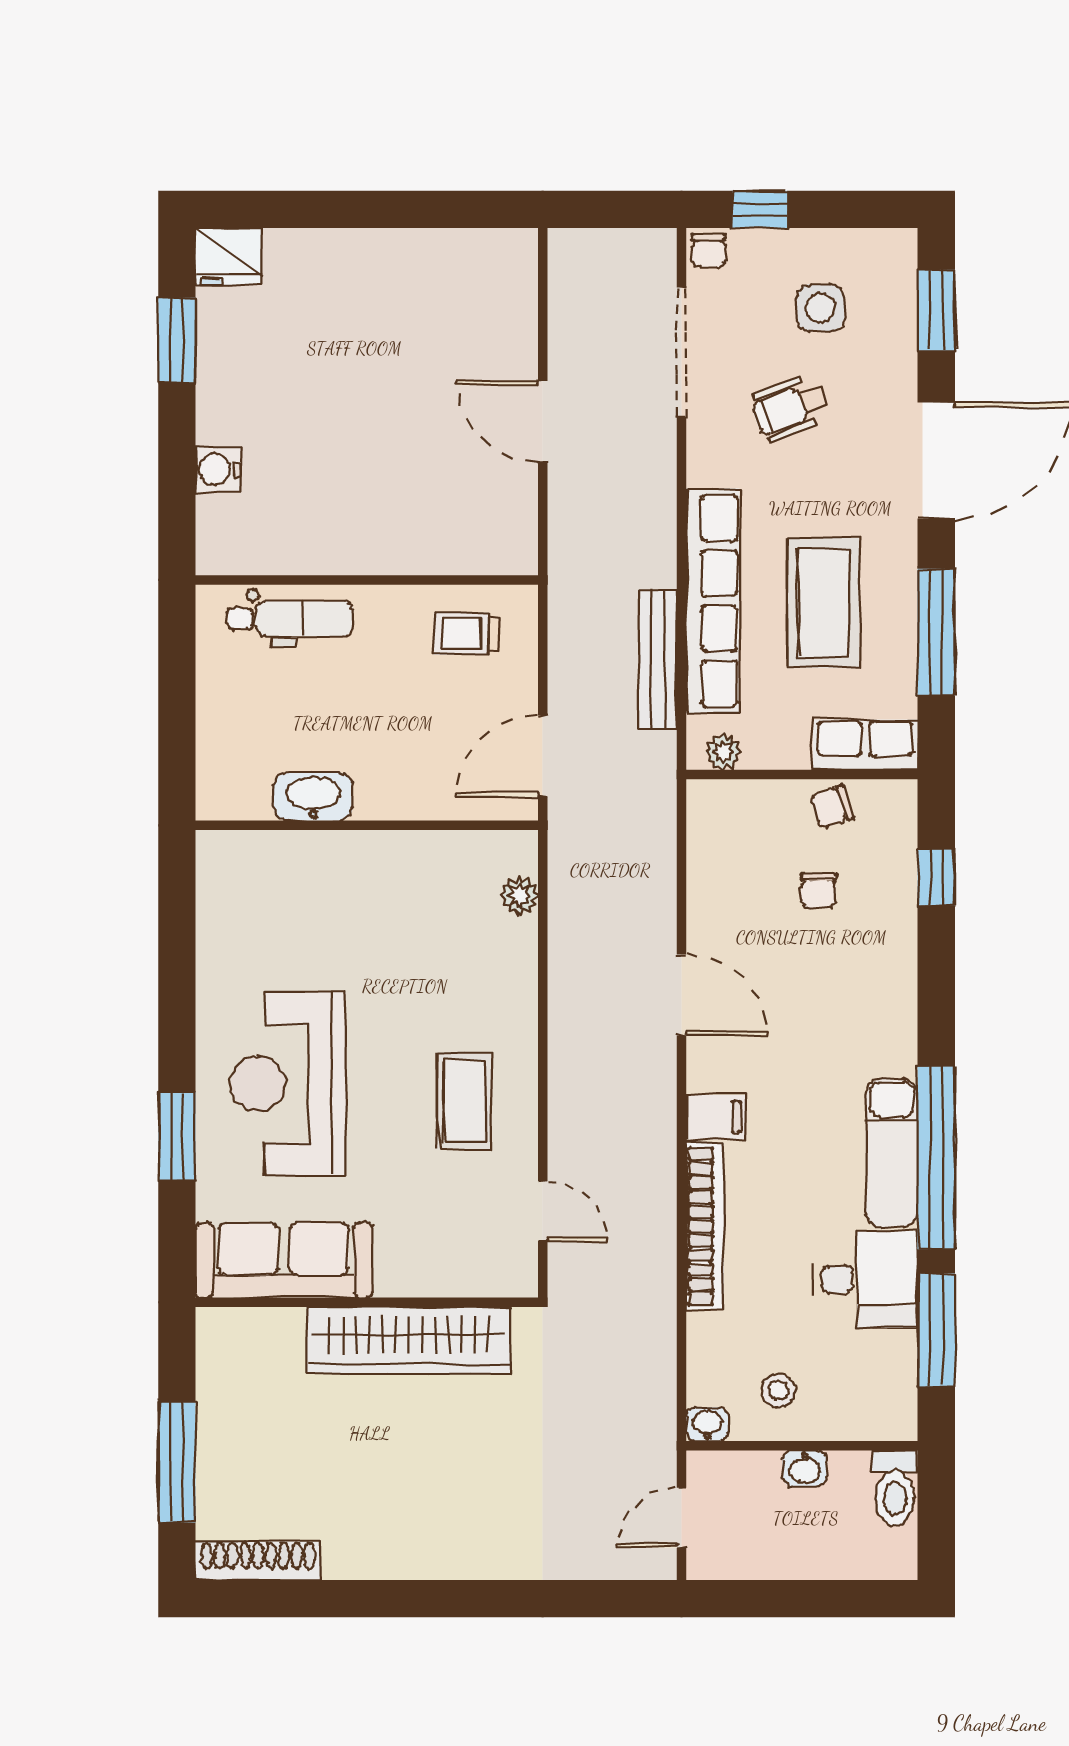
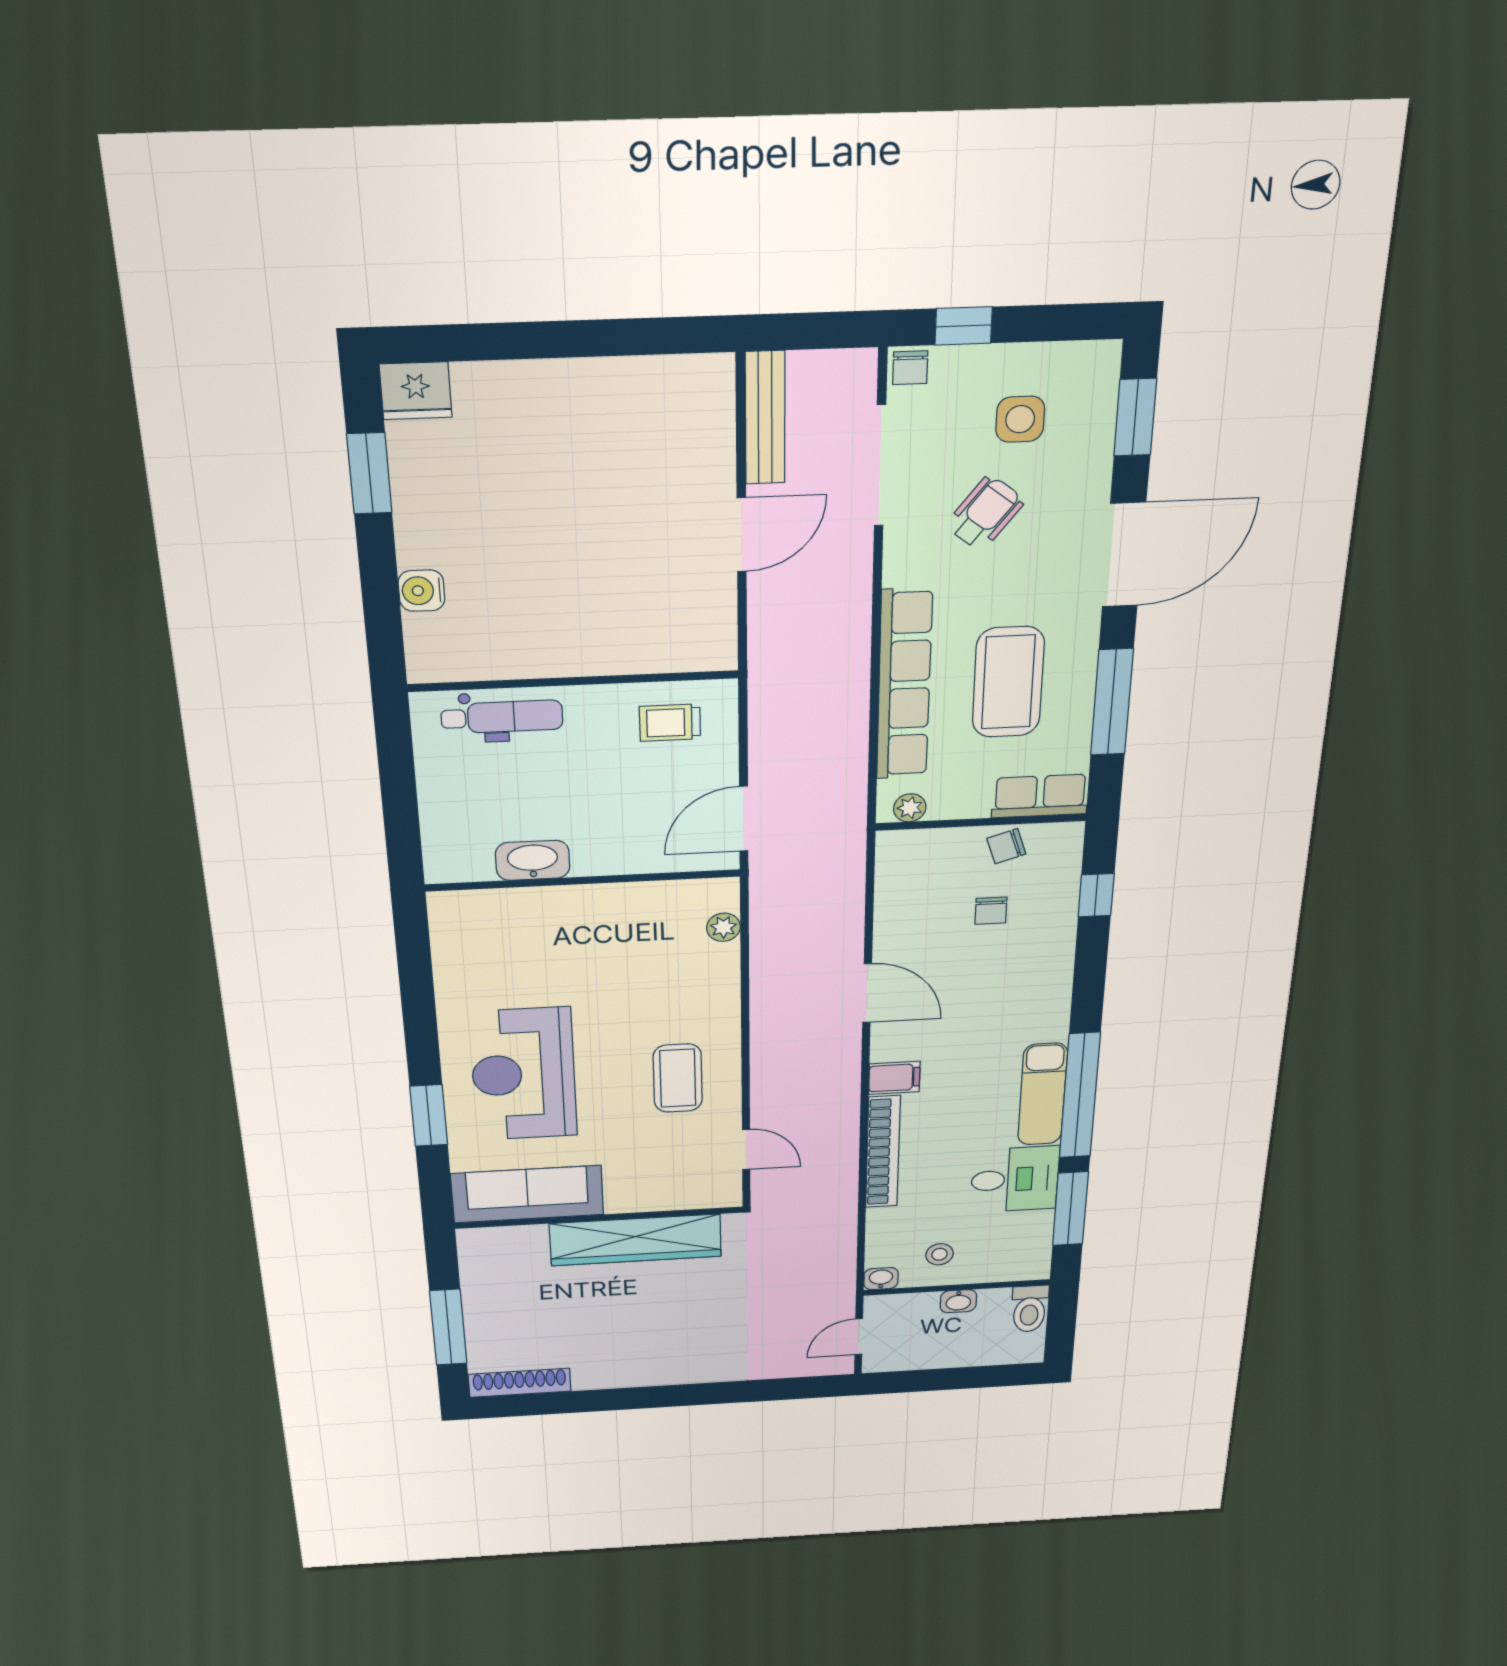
wheelchair: (790, 408) -> (985, 513), turned 148
door: (543, 421) -> (742, 535), swing flipped
bench: (658, 659) -> (765, 418), moved

